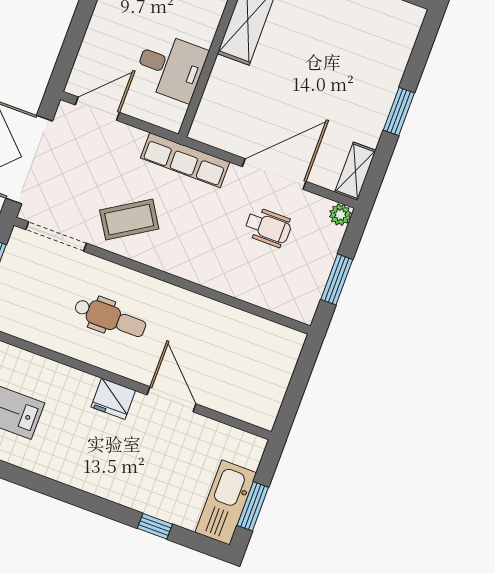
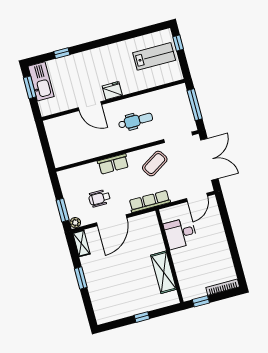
row of seats: (202, 270) -> (113, 164), added
window: (337, 279) -> (63, 210), moved
dental chair: (110, 318) -> (136, 121), turned 180

